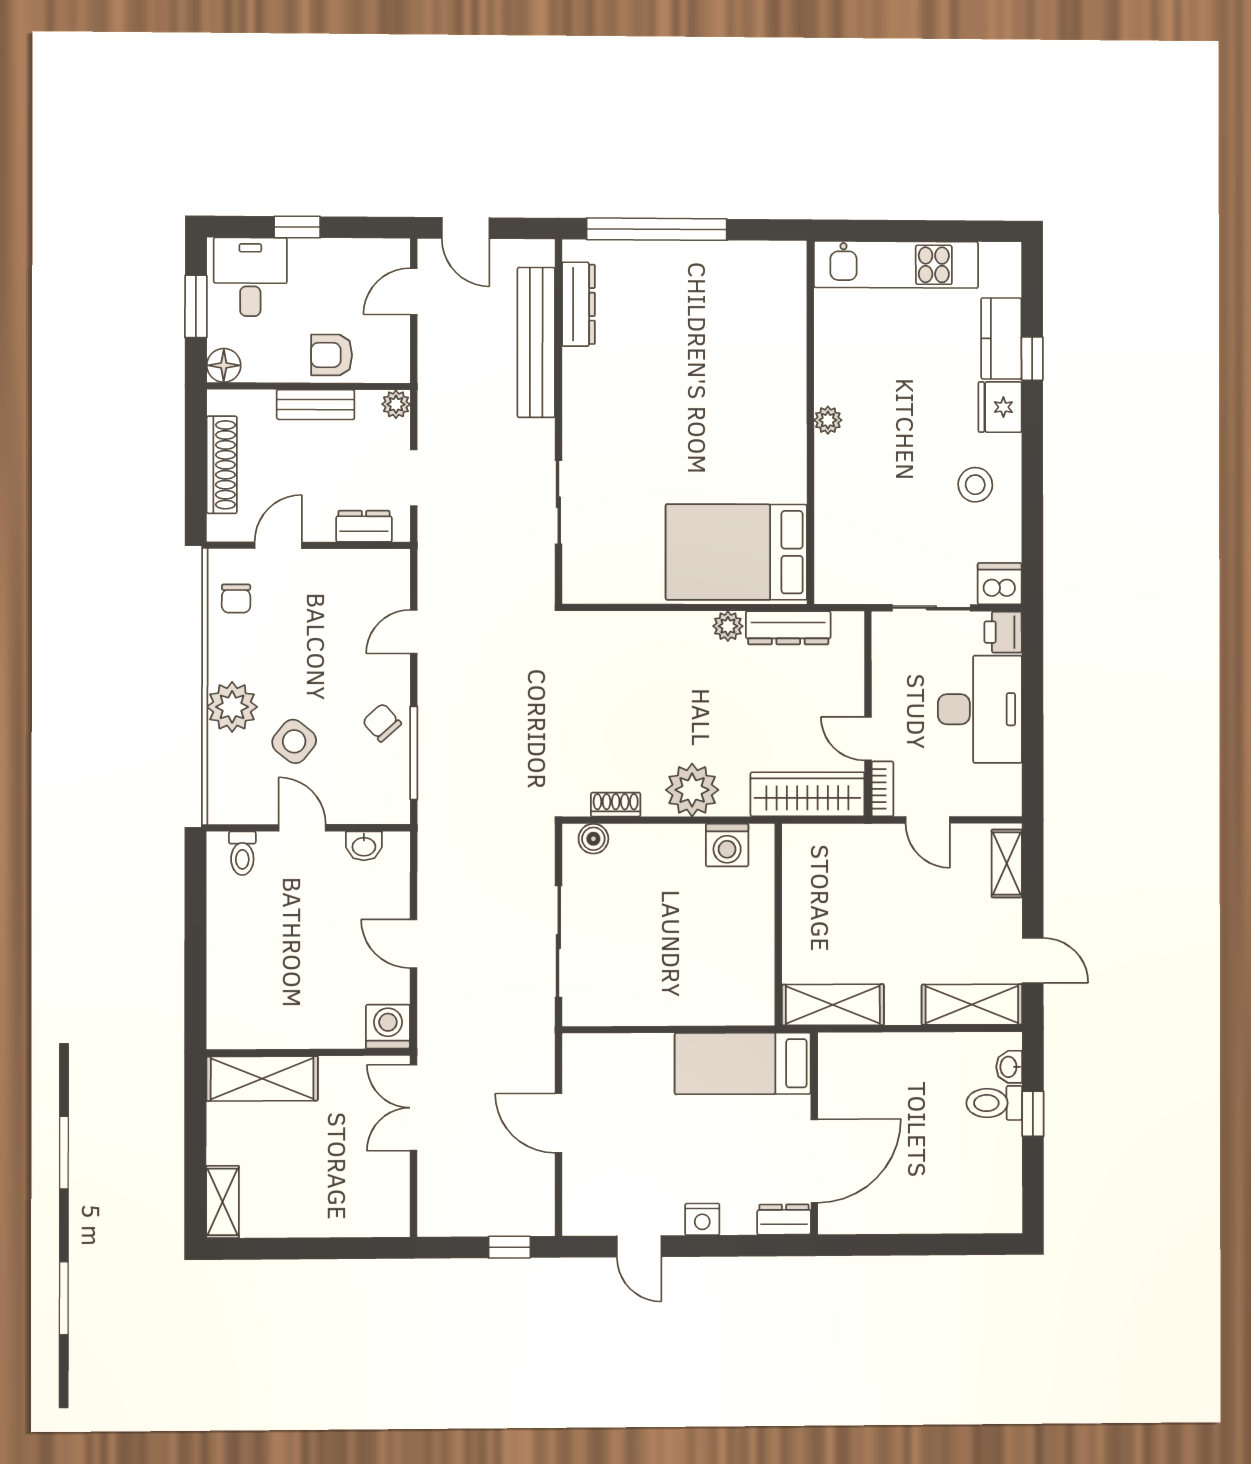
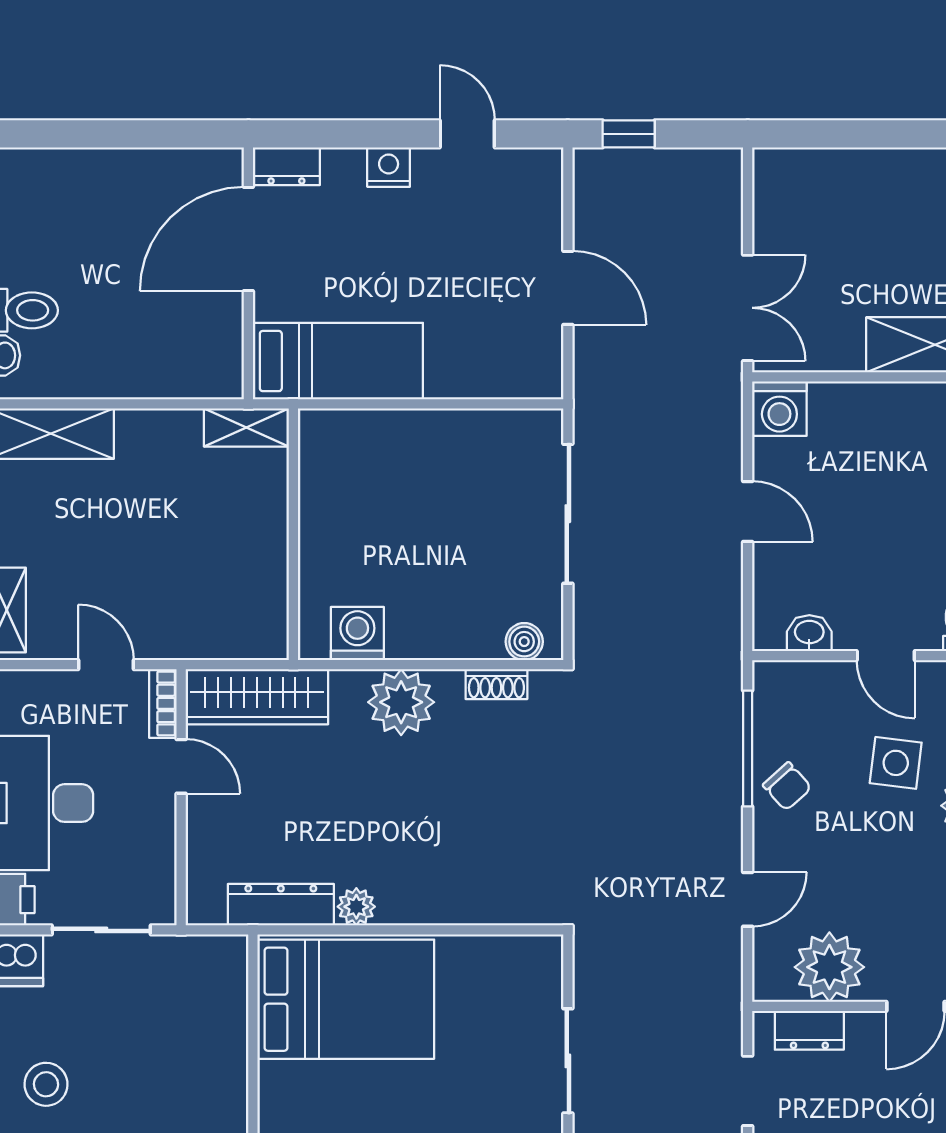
plant: (348, 577) -> (829, 967), added
side table: (294, 741) -> (896, 763), turned -32
shelving: (833, 1005) -> (246, 427), width x0.67, depth x0.75

